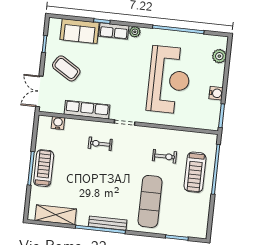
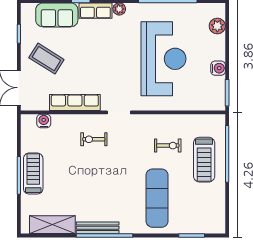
bench: (108, 223) -> (98, 228), moved

